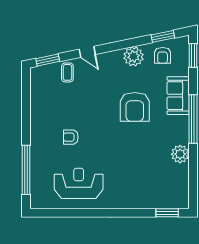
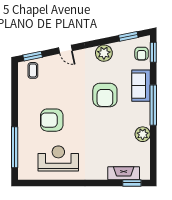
armchair: (163, 55) -> (142, 54), moved
coffee table: (67, 72) -> (33, 70), moved
armchair: (71, 137) -> (52, 120), width x1.88, depth x1.88
fireplace: (157, 201) -> (124, 173), added

